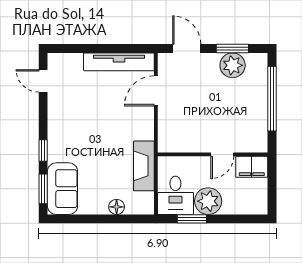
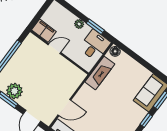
plant: (208, 201) -> (79, 24), width x0.53, depth x0.53
floor lamp: (117, 207) -> (115, 51), moved

